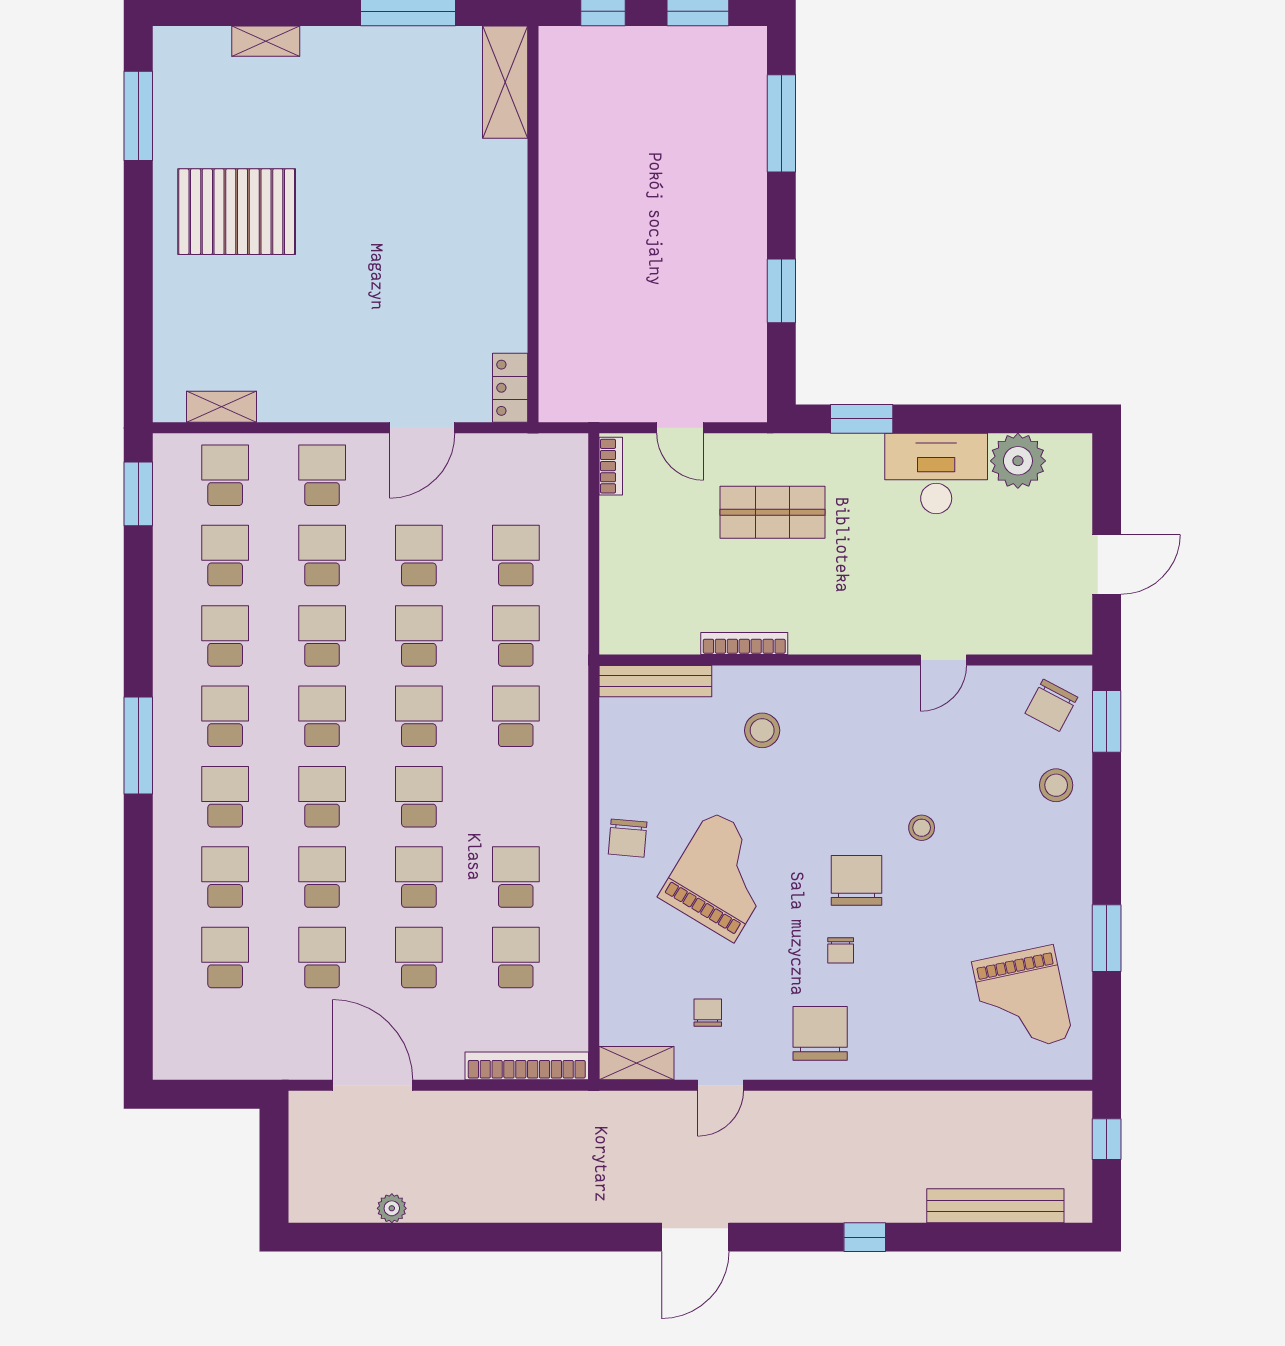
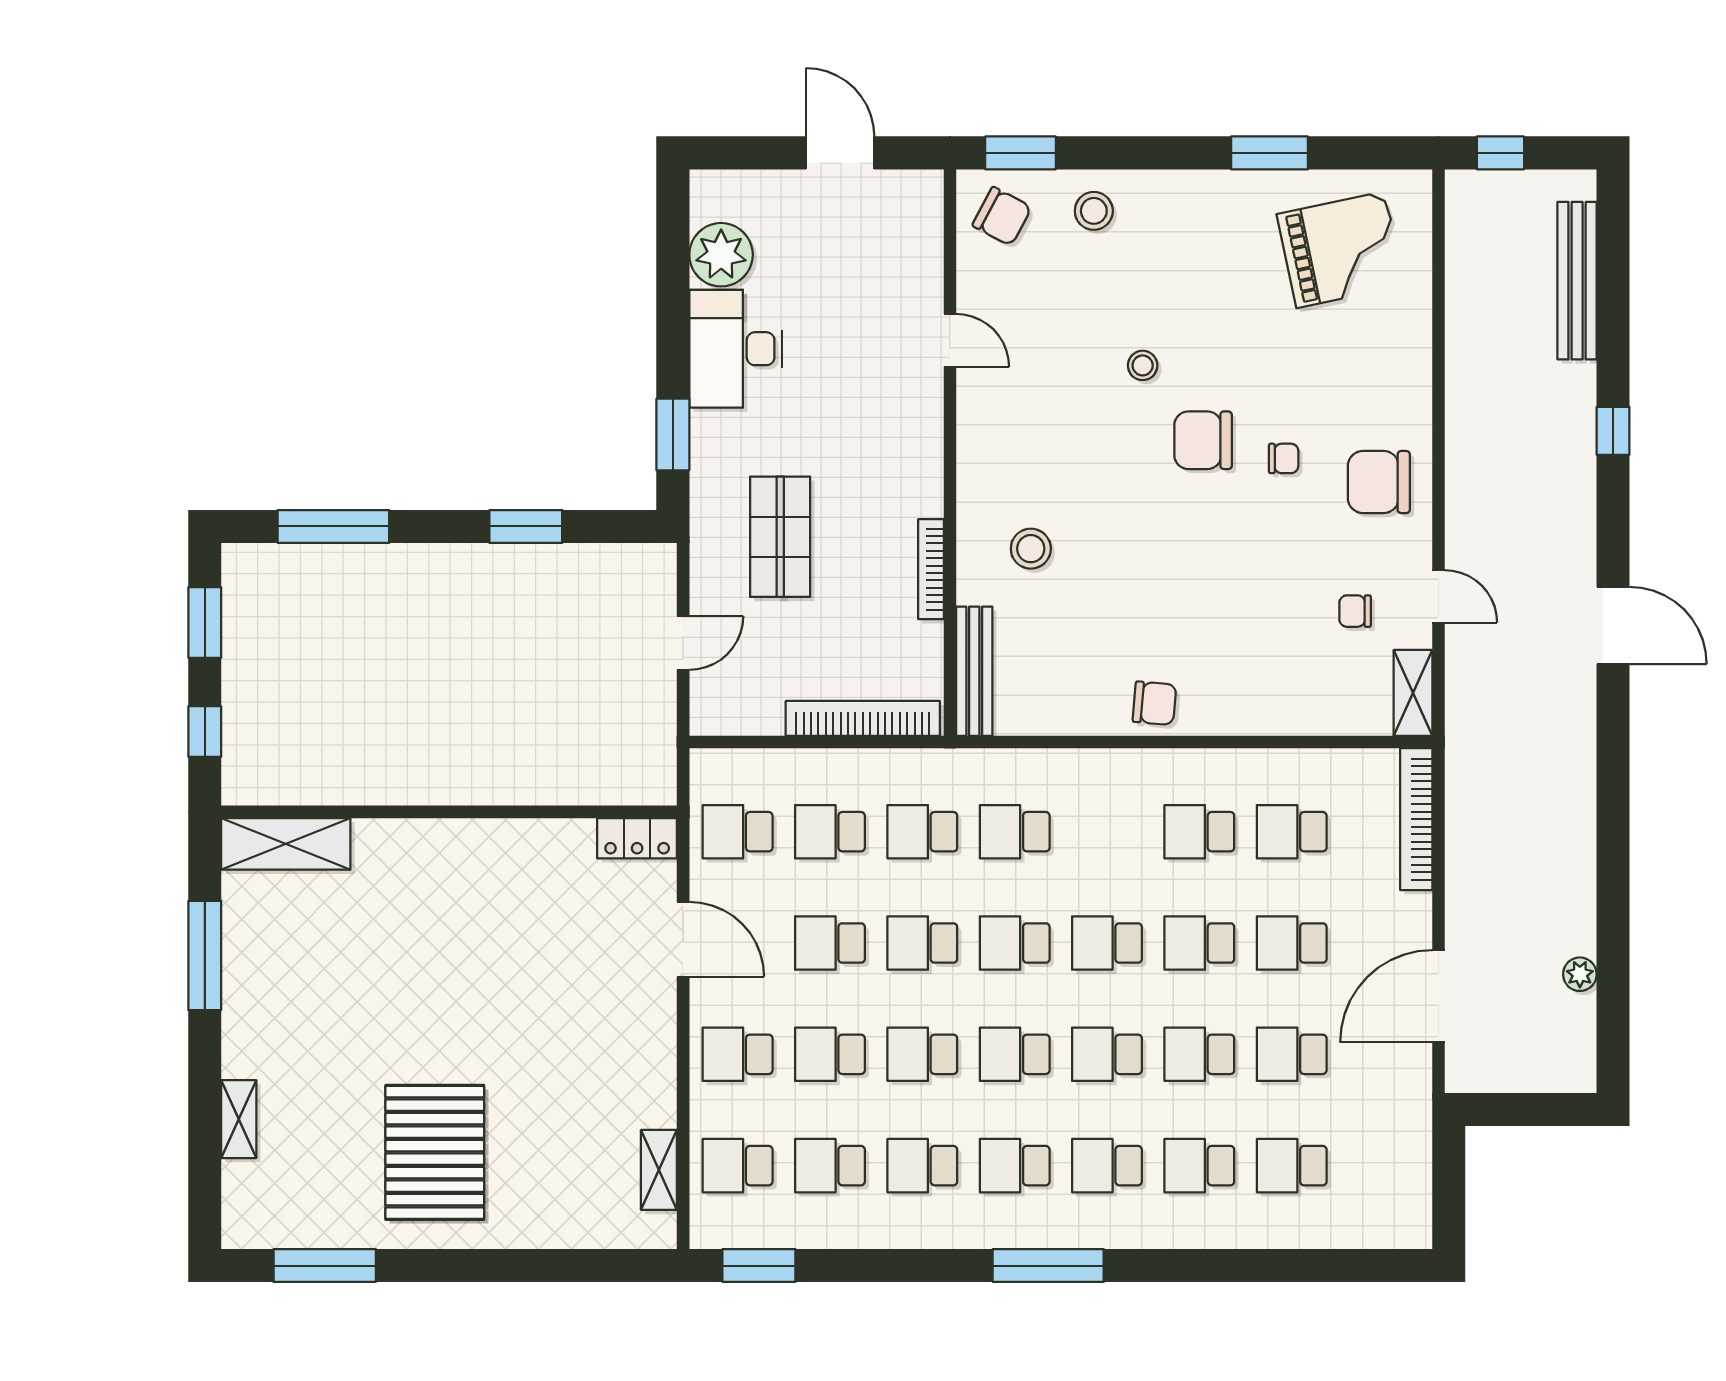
bookcase: (611, 466) -> (863, 718), moved, width x2.31, depth x1.31
school desk: (516, 475) -> (738, 832), added
grand piano: (722, 876) -> (1198, 595), removed

